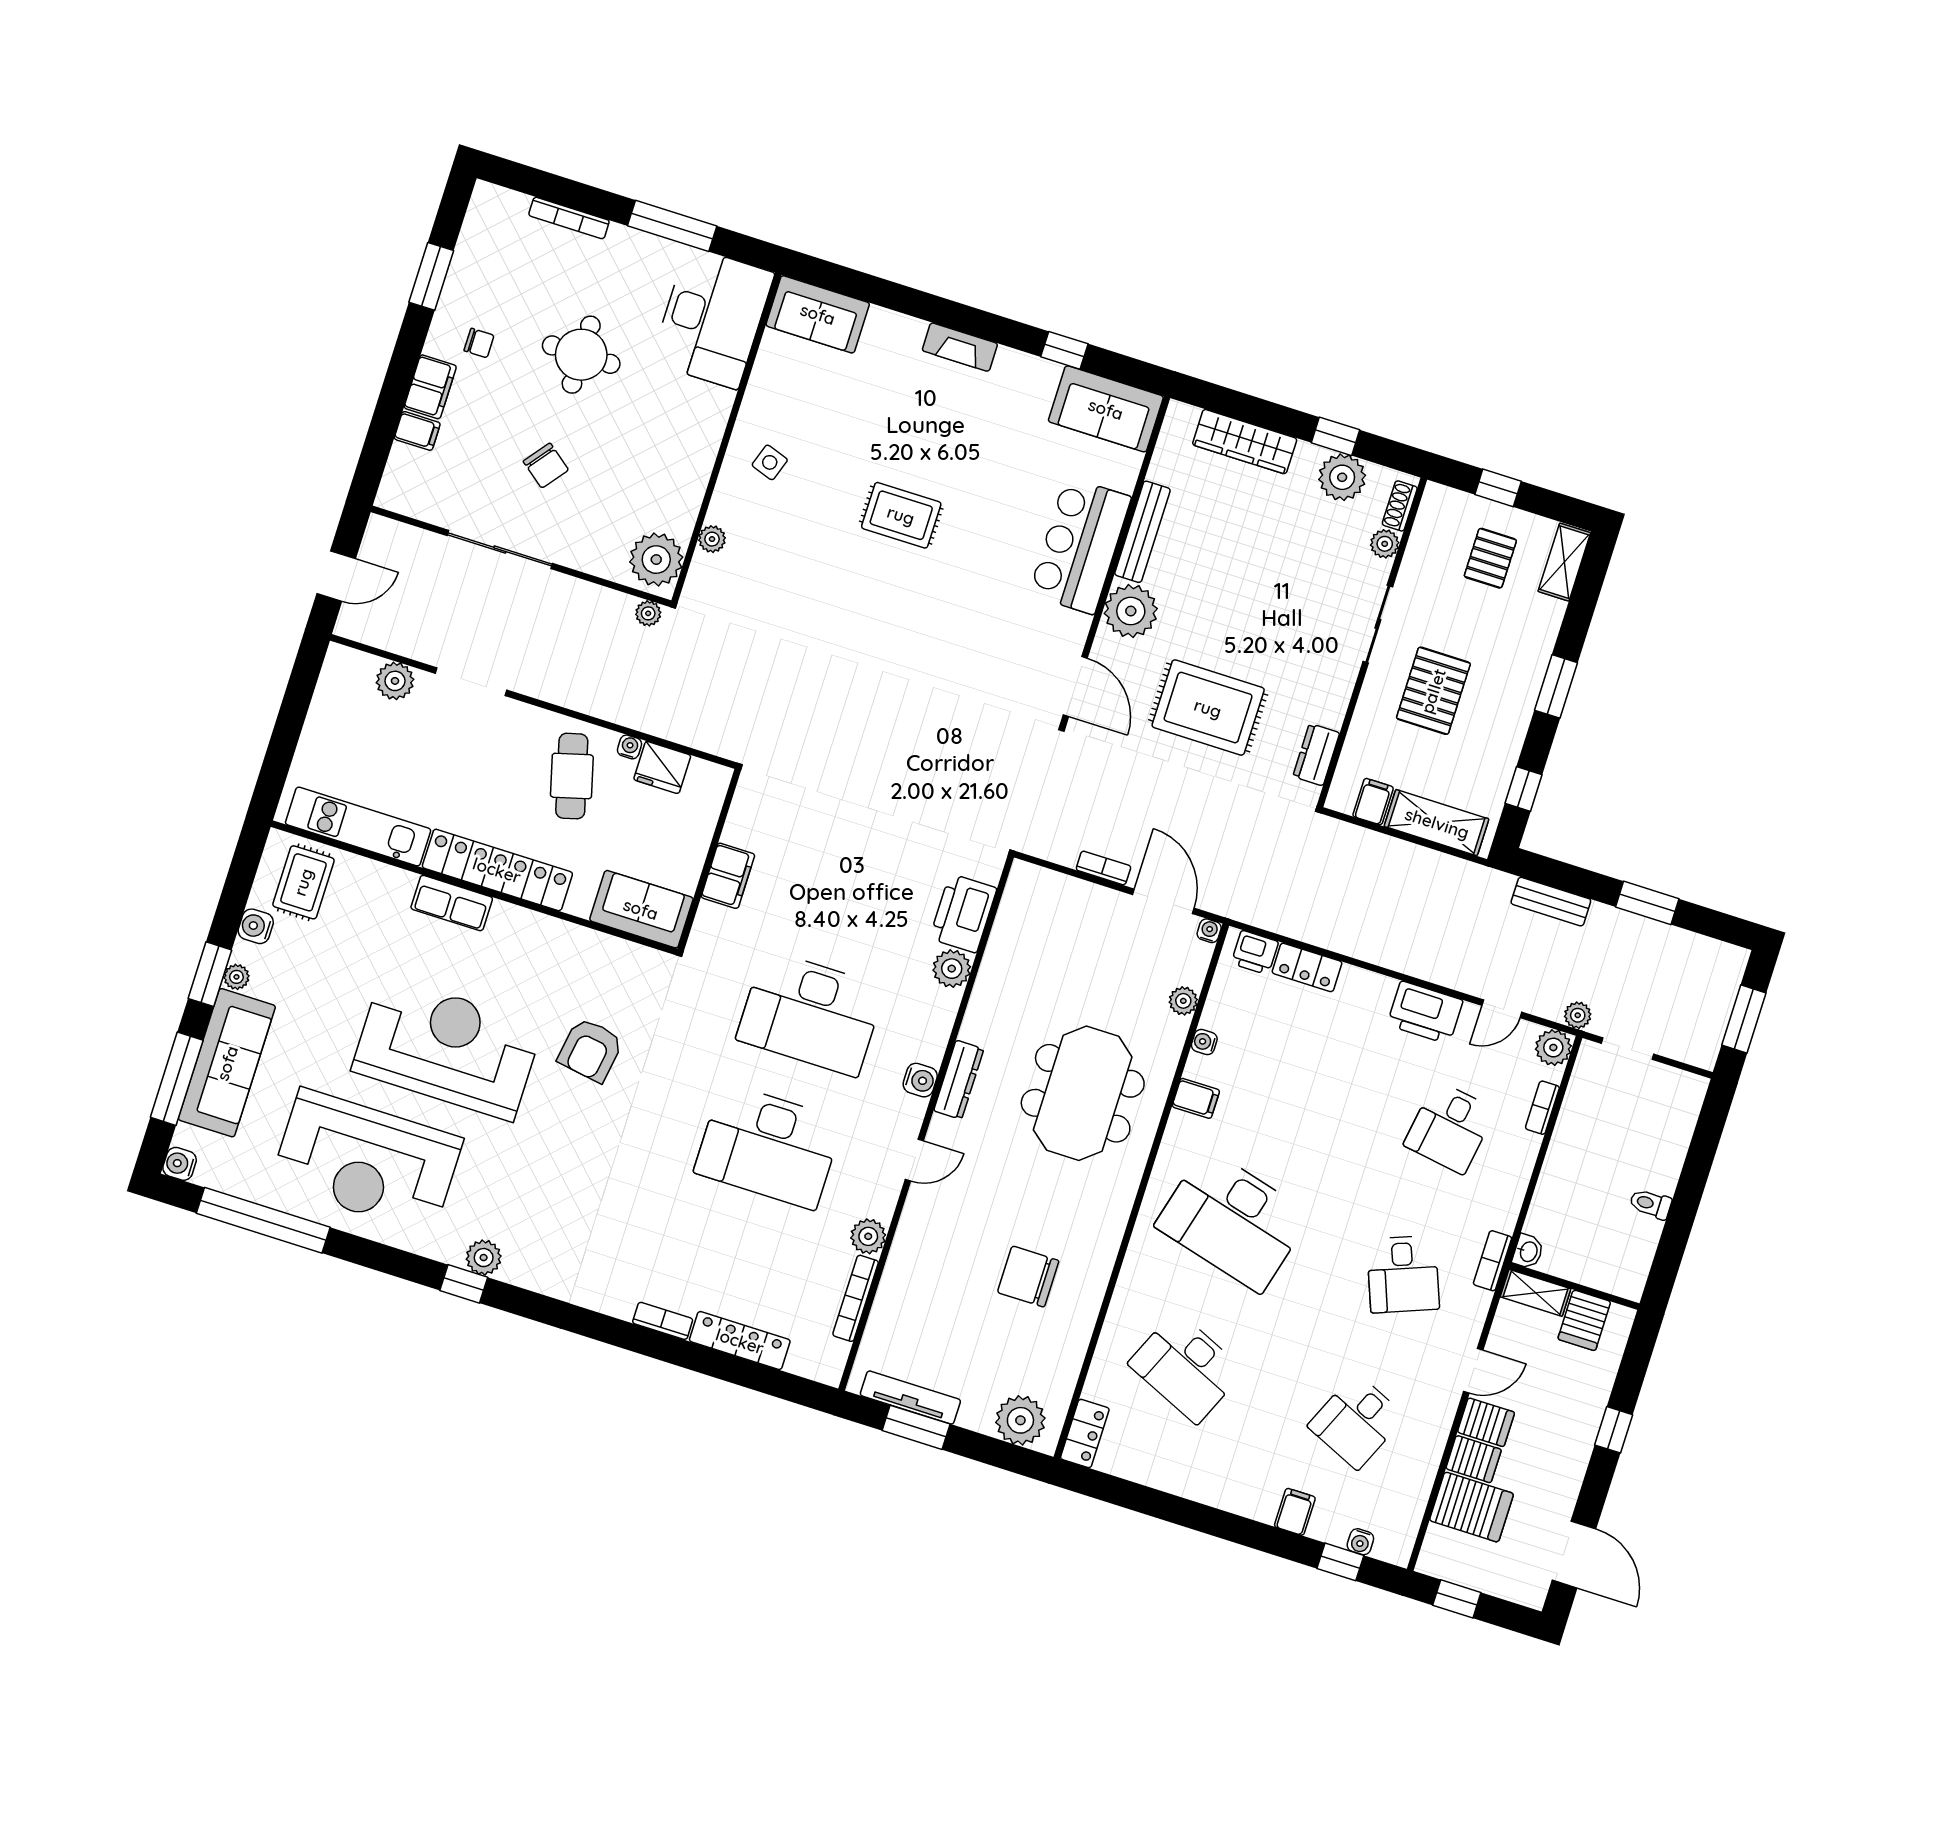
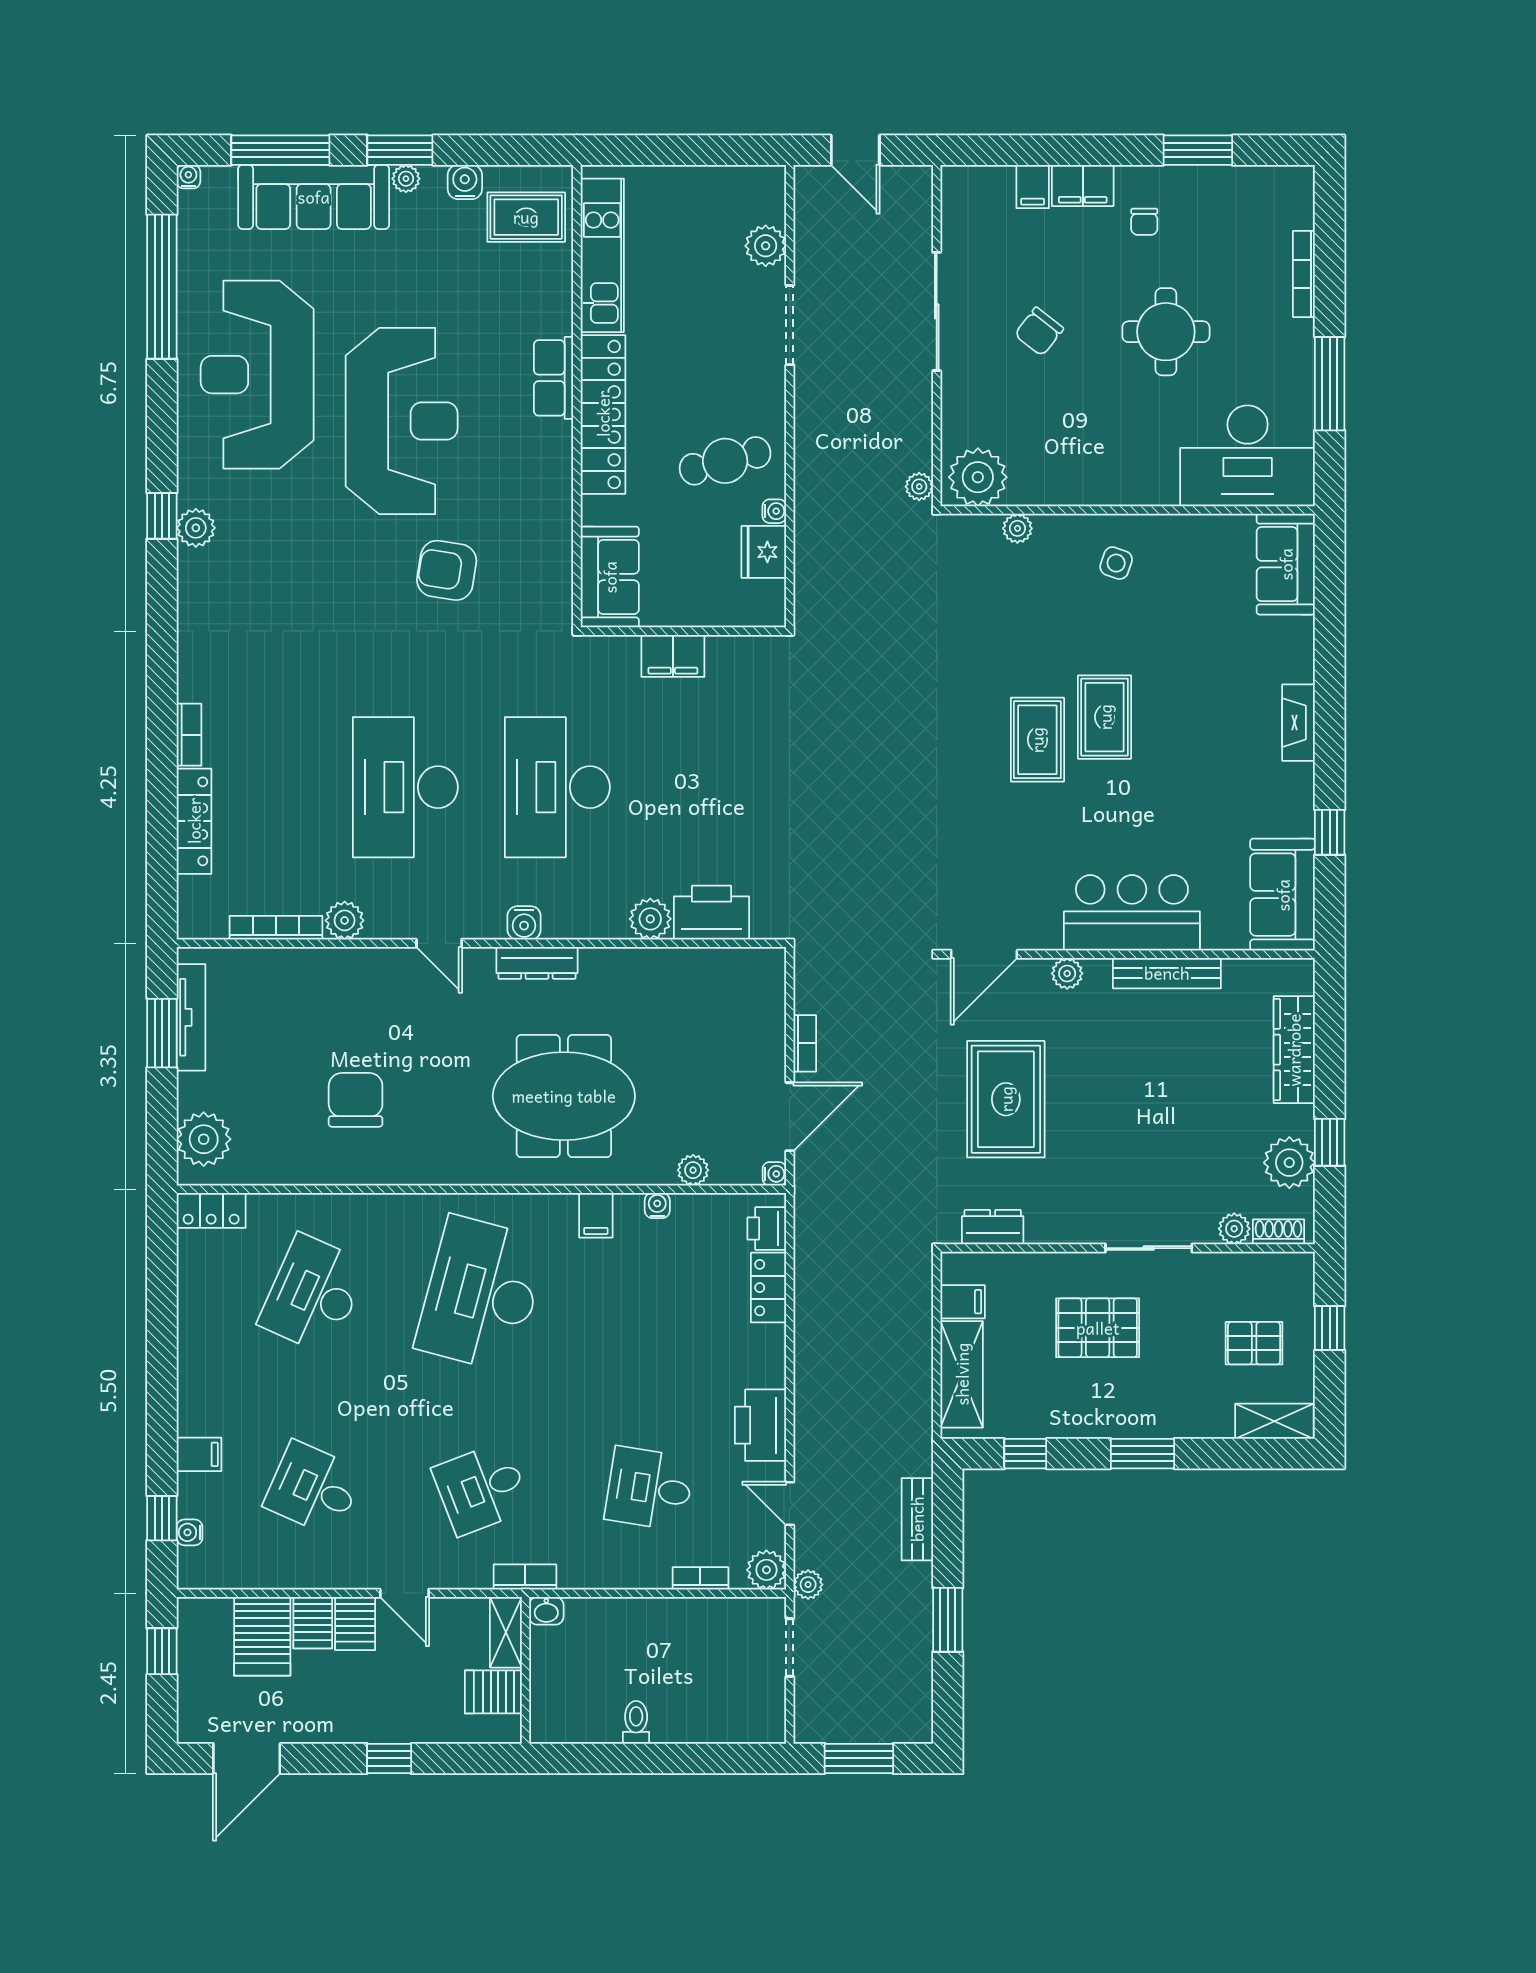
rug: (902, 580) -> (1037, 740), added
plant: (1131, 611) -> (1067, 973), width x0.53, depth x0.53
water cooler: (180, 1164) -> (188, 177), width x0.72, depth x0.72

